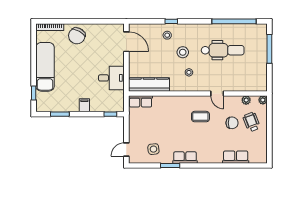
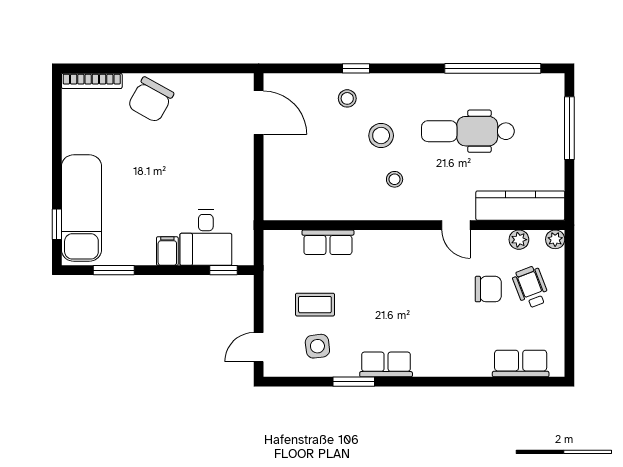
dental chair: (223, 50) -> (468, 131), turned 180
exam couch: (45, 67) -> (81, 208), moved
desk: (111, 78) -> (206, 238), moved, turned 90
kitchen counter: (149, 84) -> (520, 206), moved
row of seats: (141, 101) -> (328, 242), moved
coffee table: (200, 117) -> (315, 305), moved
row of seats: (236, 157) -> (521, 364), moved

